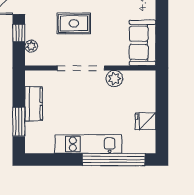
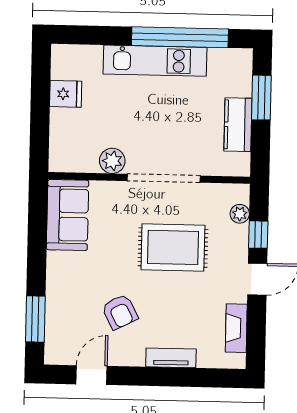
rug: (74, 23) -> (173, 247), width x1.36, depth x1.43
window: (114, 160) -> (180, 37), moved

